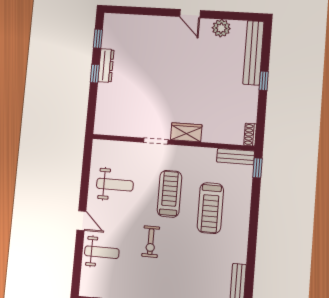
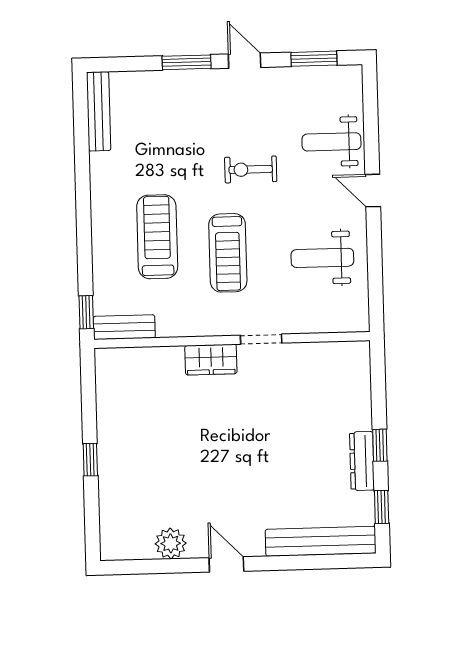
bench: (253, 53) -> (321, 541), moved, turned 90
shoe rack: (250, 135) -> (104, 367), removed
exercise bike: (151, 242) -> (251, 169), turned -90

